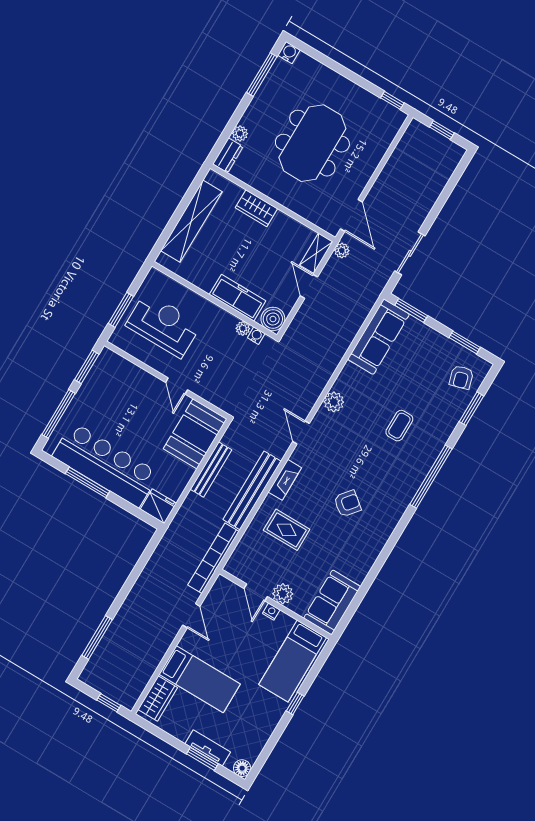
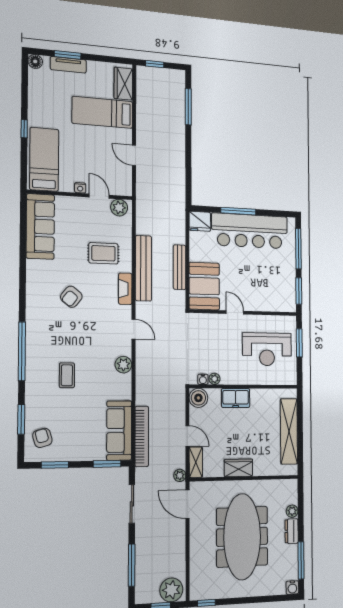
plant: (421, 139) -> (171, 590), added
meeting table: (312, 143) -> (242, 537), width x1.36
dresser: (228, 155) -> (292, 531), moved
window: (447, 191) -> (132, 565), added
wardrobe: (256, 208) -> (238, 468), moved
freezer: (238, 298) -> (236, 398), width x0.71
window: (87, 482) -> (238, 211), moved
bookcase: (213, 558) -> (142, 436), moved
plant: (283, 594) -> (119, 208), moved
sofa: (332, 602) -> (40, 226), width x1.36

